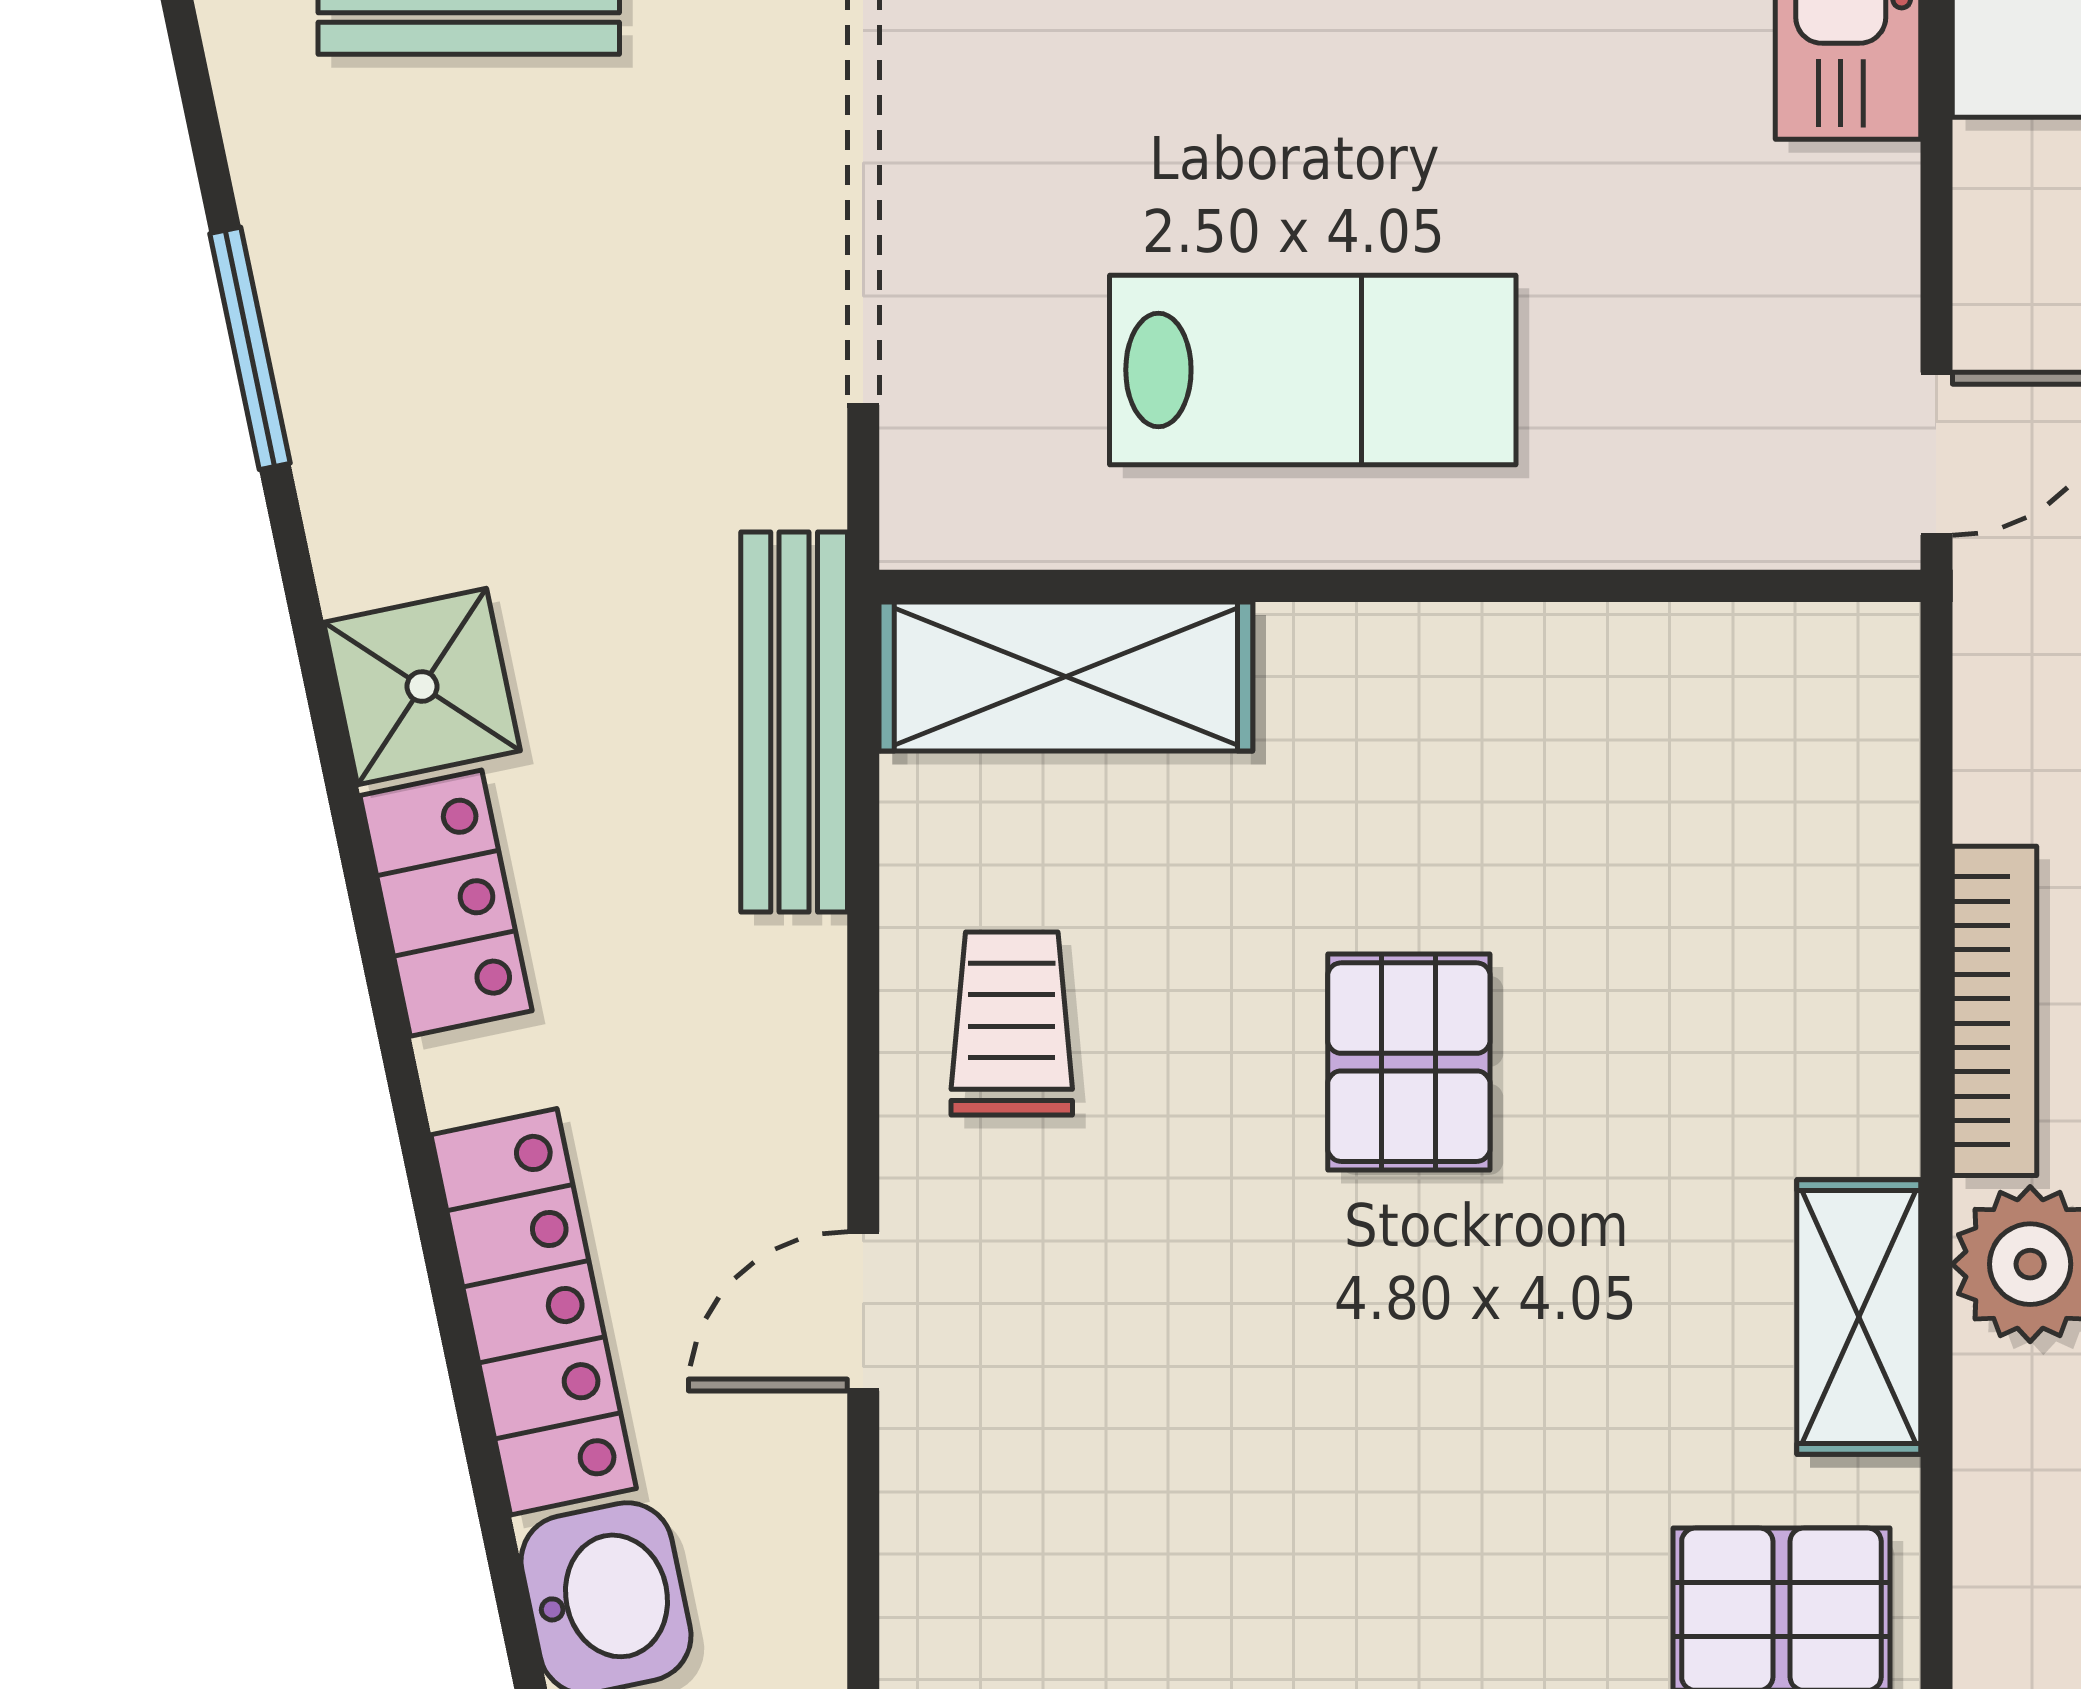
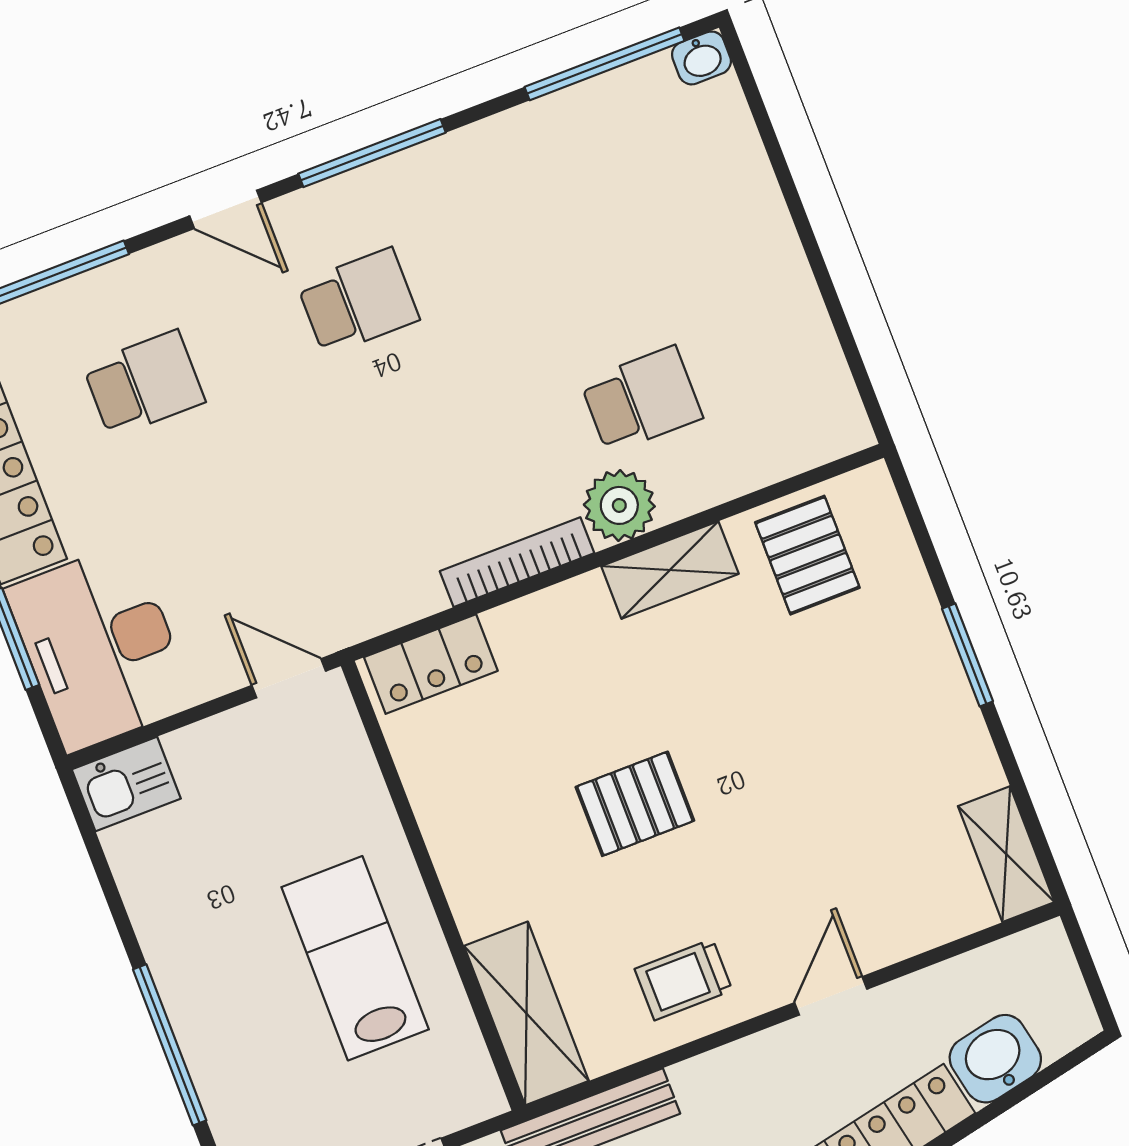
locker: (1854, 755) -> (431, 664), added
door: (863, 1311) -> (831, 996), swing flipped

